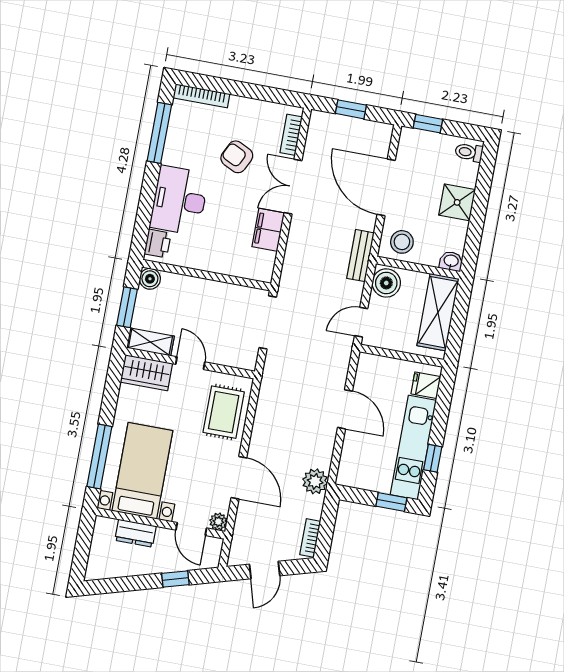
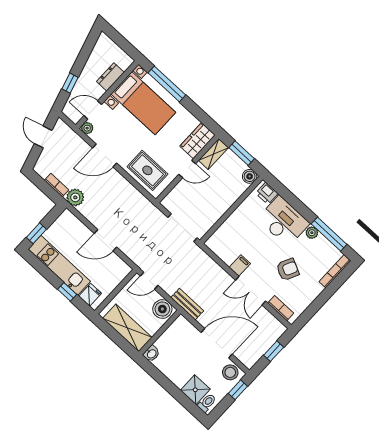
plant: (171, 156) -> (312, 233), added
double door: (293, 187) -> (251, 291), swing flipped
shower: (457, 202) -> (195, 390), moved
filing cabinet: (268, 230) -> (240, 266), width x0.50
stool: (402, 242) -> (230, 372), moved
door: (361, 322) -> (149, 281), swing flipped
window: (433, 458) -> (67, 292), moved
bookcase: (310, 538) -> (57, 185), moved

